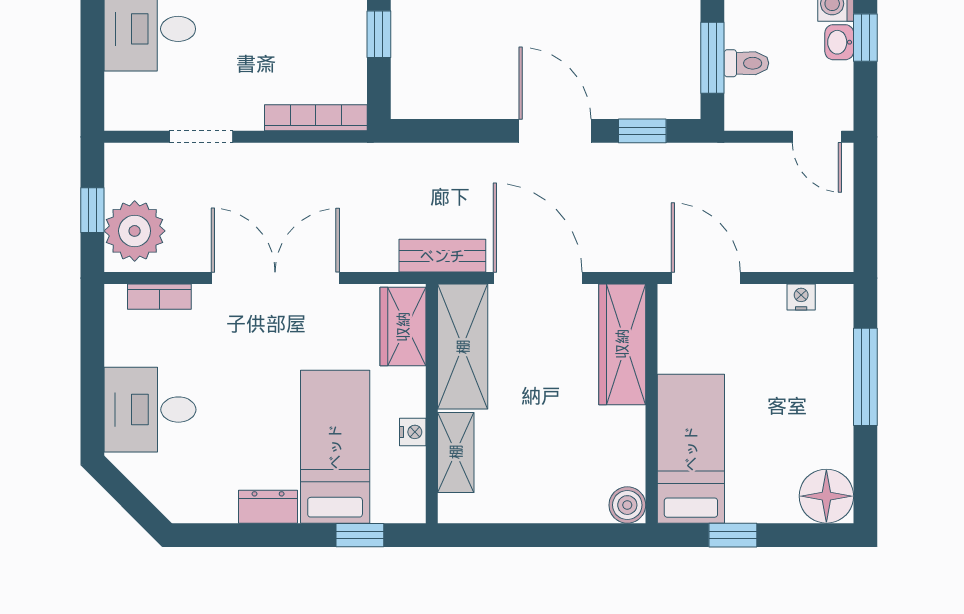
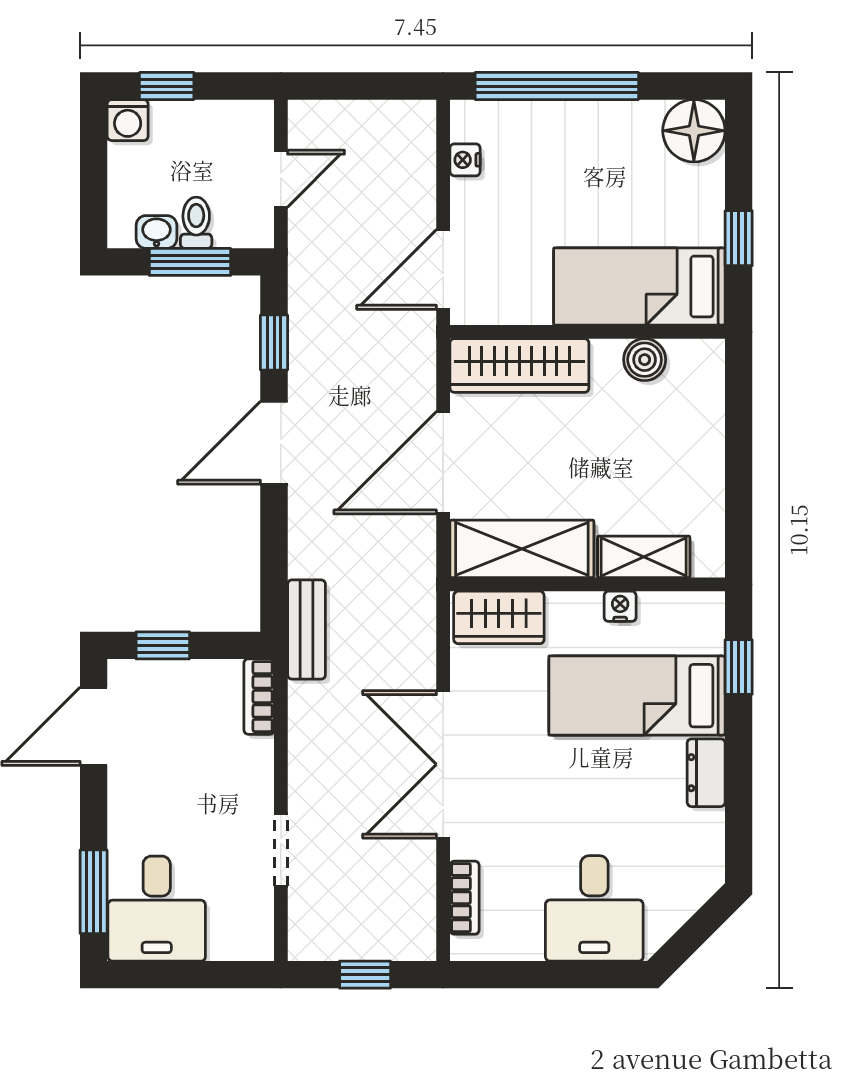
washbasin: (839, 42) -> (156, 232), moved, turned 180
bookcase: (316, 118) -> (259, 697), width x0.64
door: (817, 137) -> (281, 179), moved
plant: (135, 231) -> (389, 926), removed
bench: (442, 256) -> (307, 629), moved
window: (865, 377) -> (557, 86), width x1.46
boiler: (627, 505) -> (645, 360), moved

